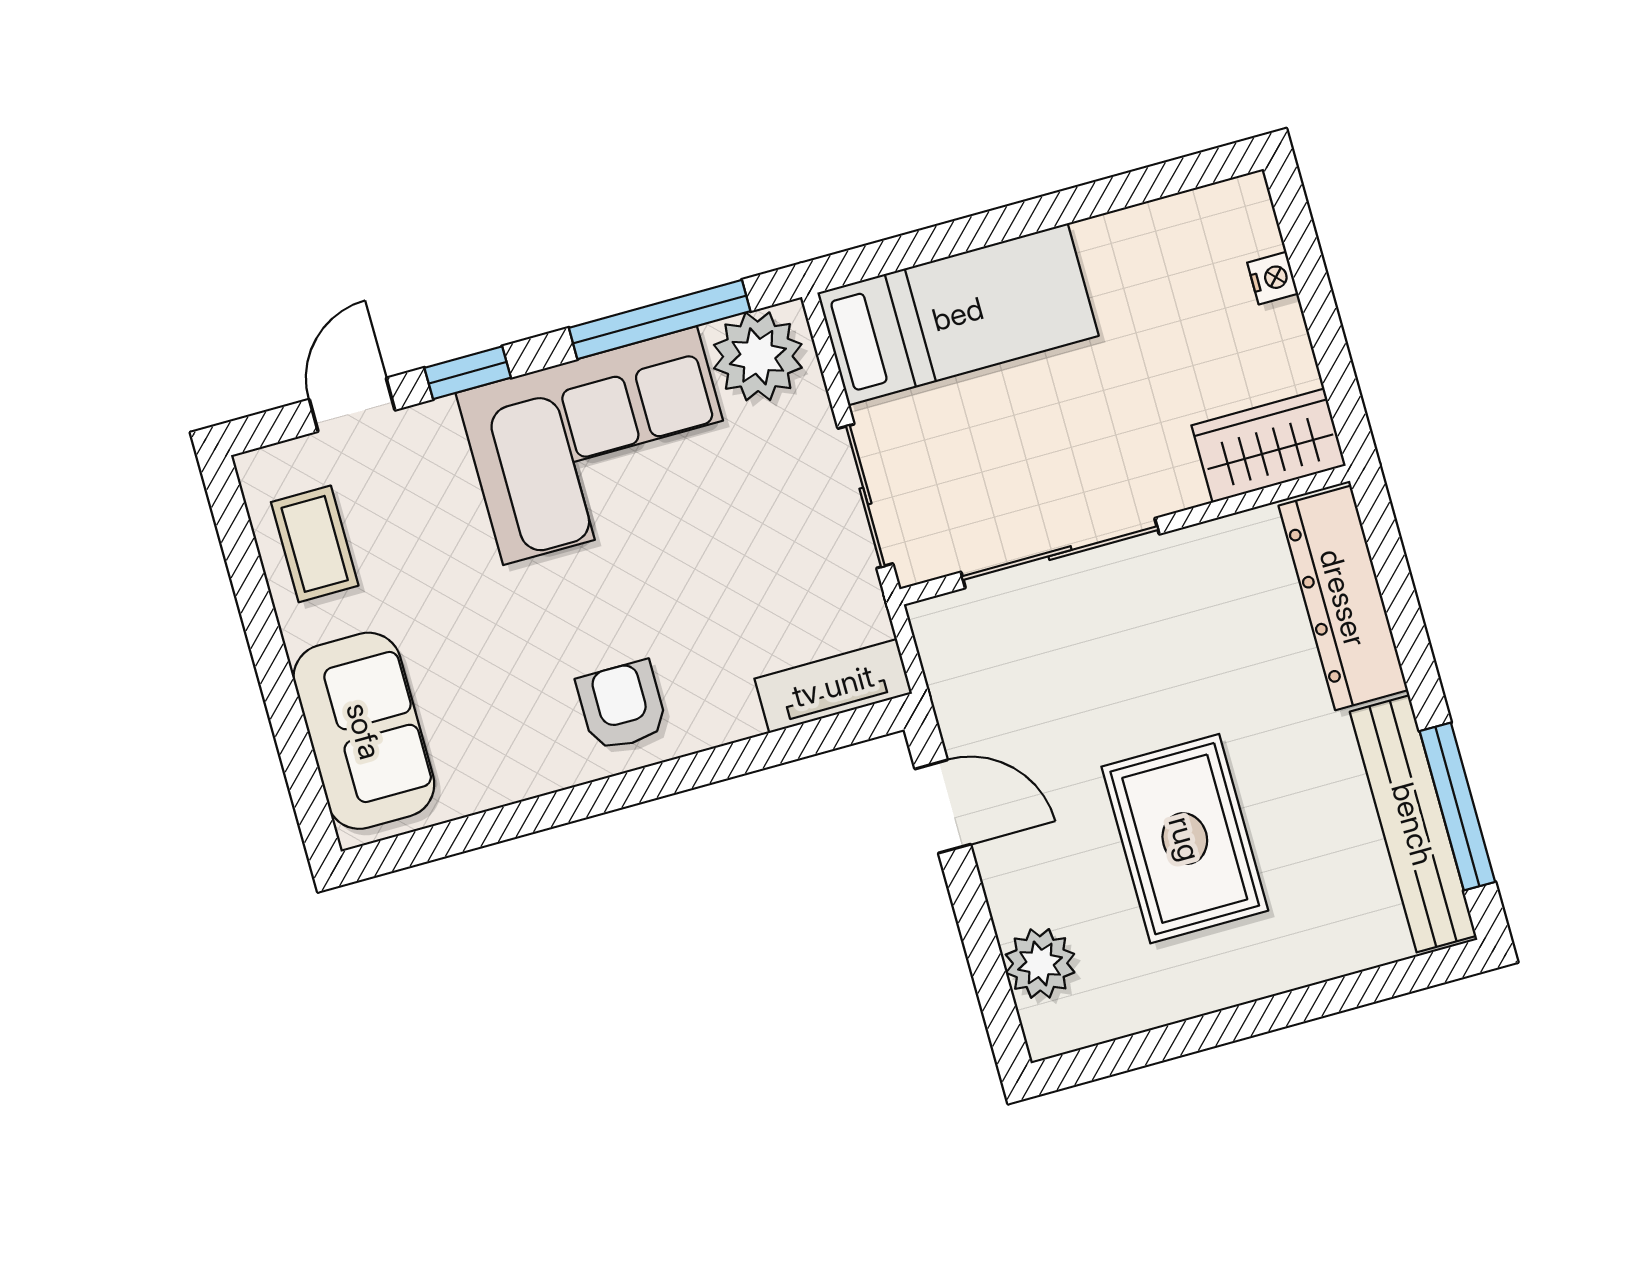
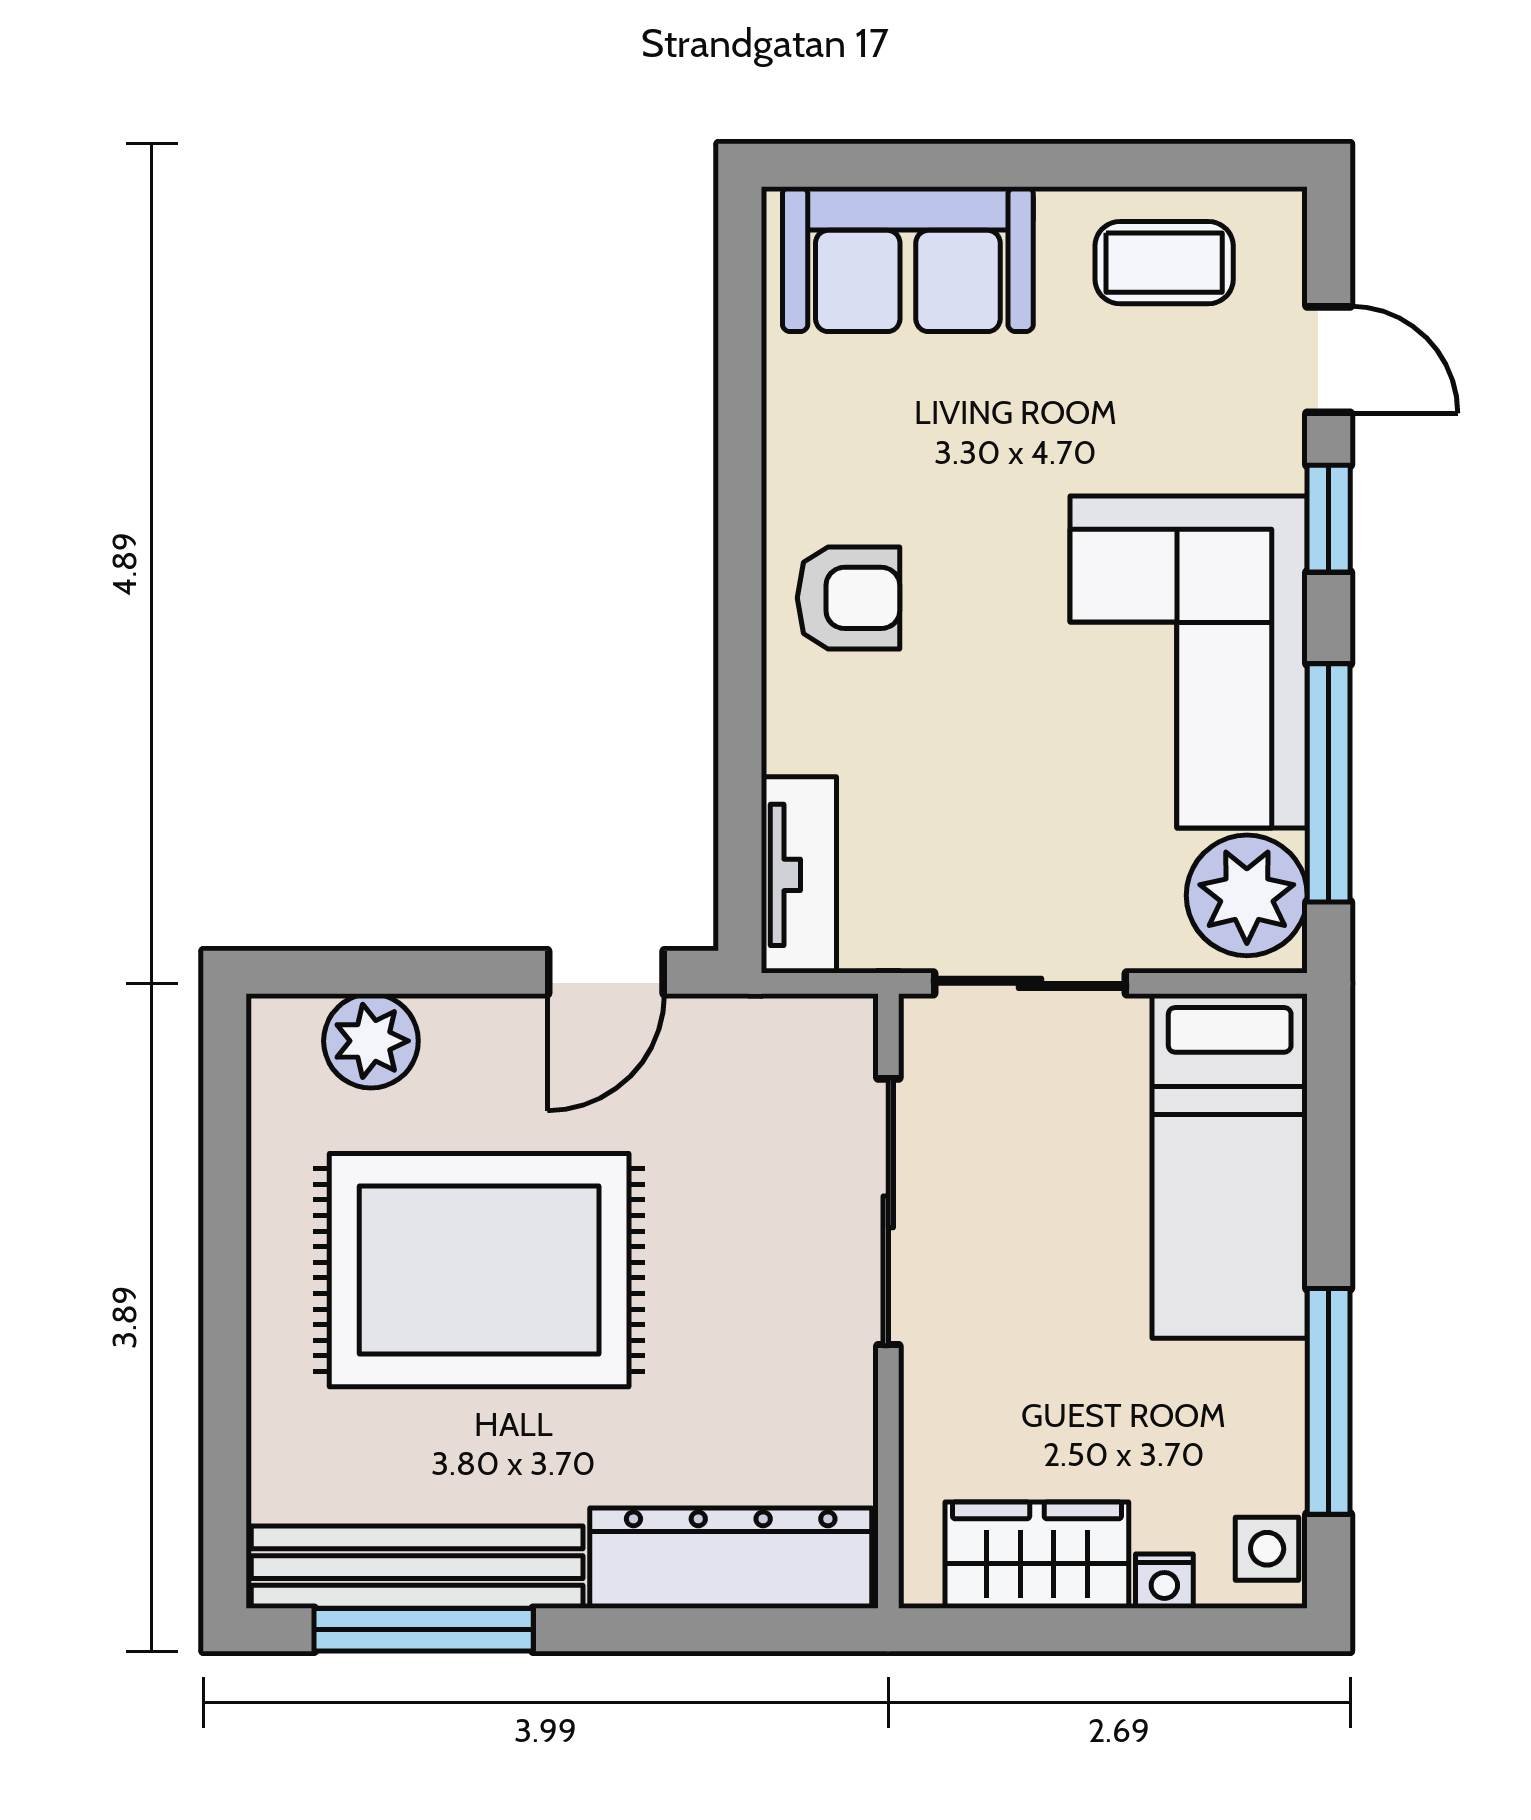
window: (1109, 195) -> (1329, 1401), added
side table: (1228, 210) -> (1267, 1549), added
wardrobe: (1269, 445) -> (1037, 1555), moved, turned -90
rug: (1185, 839) -> (479, 1270), width x1.37, depth x1.44

